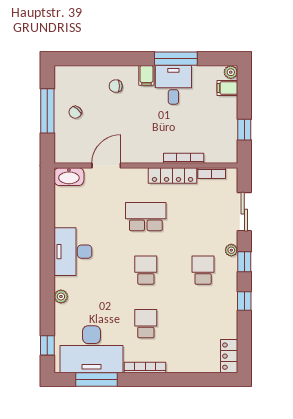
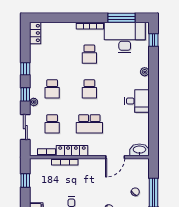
school desk: (203, 217) -> (52, 124), added
desk: (73, 252) -> (137, 101), width x0.73

